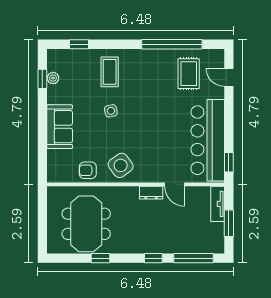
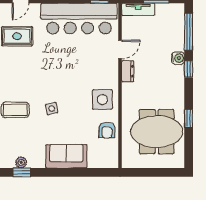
side table: (121, 165) -> (102, 100), turned 36
water cooler: (165, 247) -> (178, 58), added

